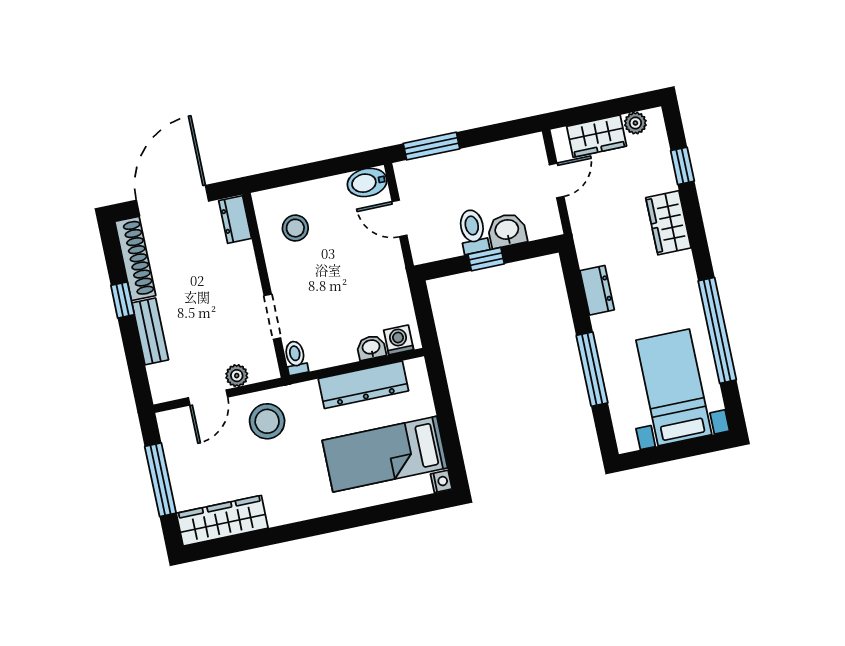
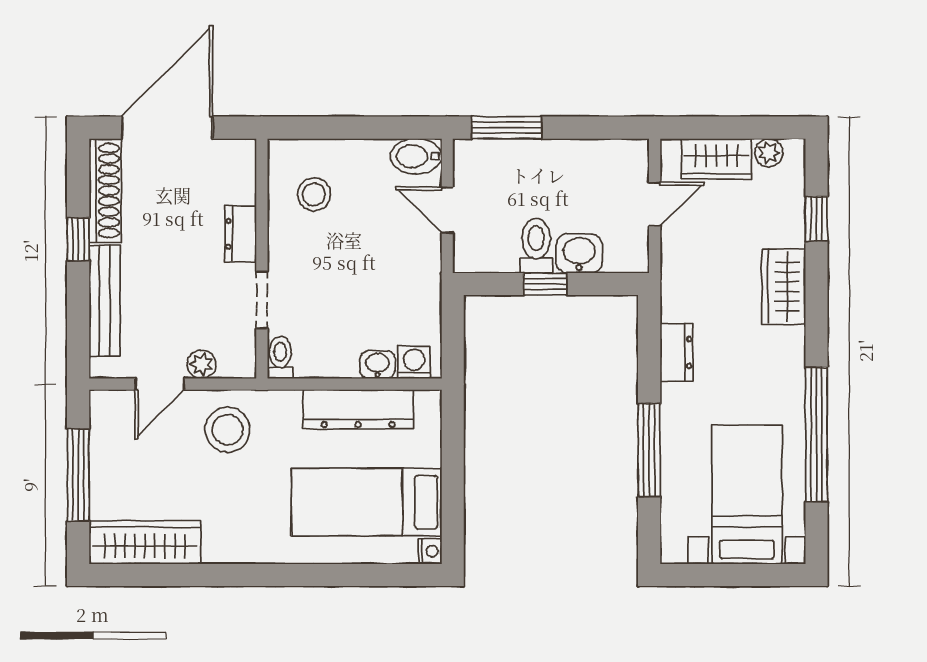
dresser: (235, 220) -> (241, 234), moved
bench: (150, 331) -> (105, 301), width x1.36

